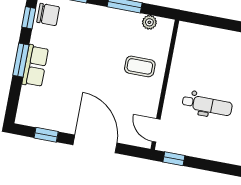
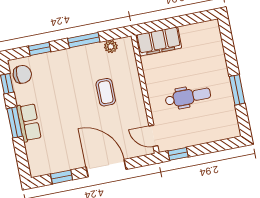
filing cabinet: (200, 37) -> (159, 41), added
coffee table: (140, 66) -> (106, 92), moved, turned 90

